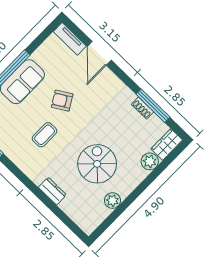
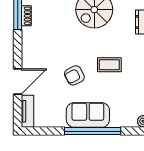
armchair: (62, 101) -> (74, 75), turned 94

